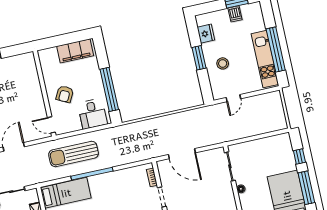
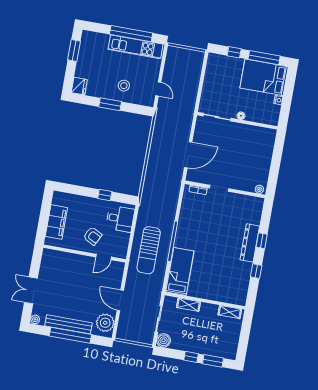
dishwasher: (235, 14) -> (85, 56), removed
fridge: (206, 34) -> (79, 86), moved, turned 90
filing cabinet: (75, 51) -> (56, 222), moved
window: (109, 89) -> (105, 195), width x0.32
door: (51, 125) -> (104, 257), moved

